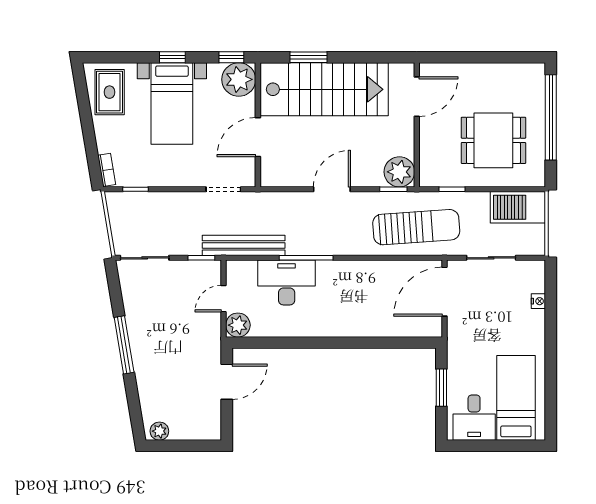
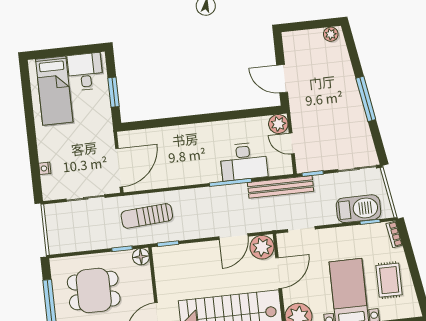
rug: (110, 92) -> (389, 280), moved
plant: (399, 172) -> (262, 247), moved
floor lamp: (429, 177) -> (141, 257), added
door: (332, 189) -> (233, 237), moved
barbecue: (518, 207) -> (358, 209), moved
sun lounger: (416, 227) -> (147, 216), width x0.73, depth x0.75
door: (224, 299) -> (292, 144), swing flipped
door: (227, 382) -> (282, 79), hinge flipped

